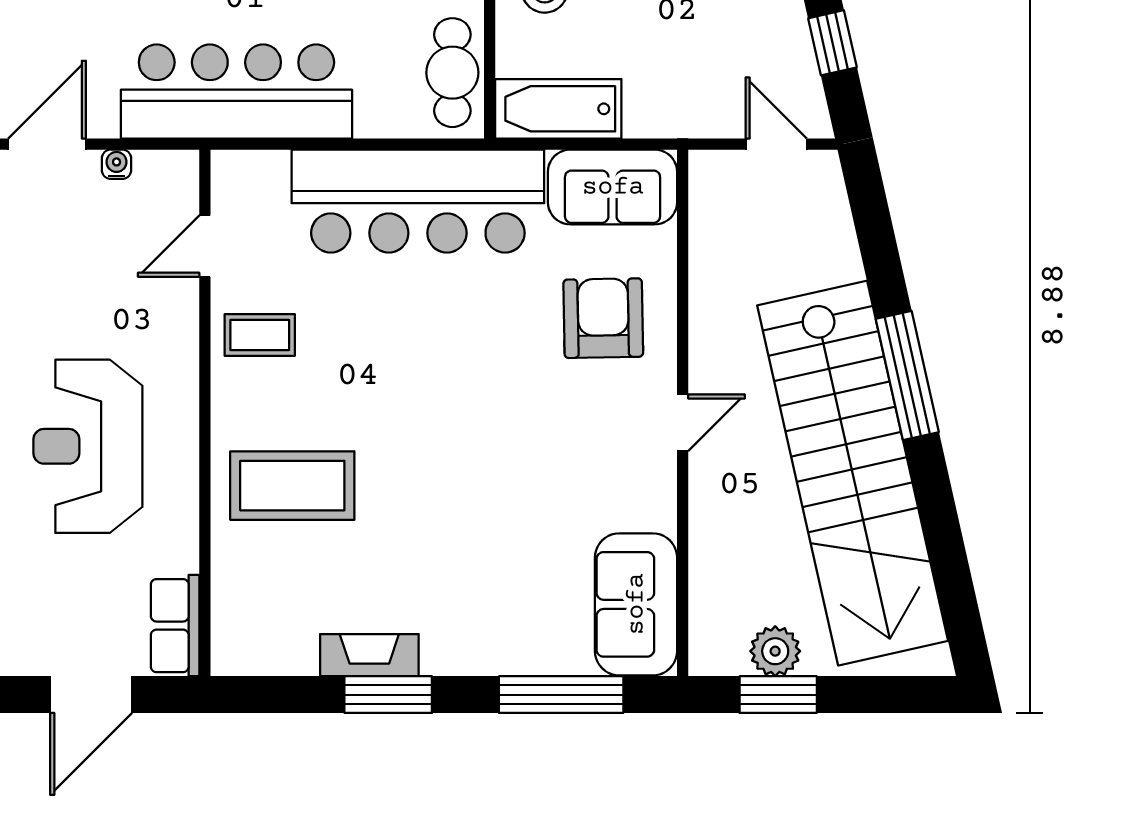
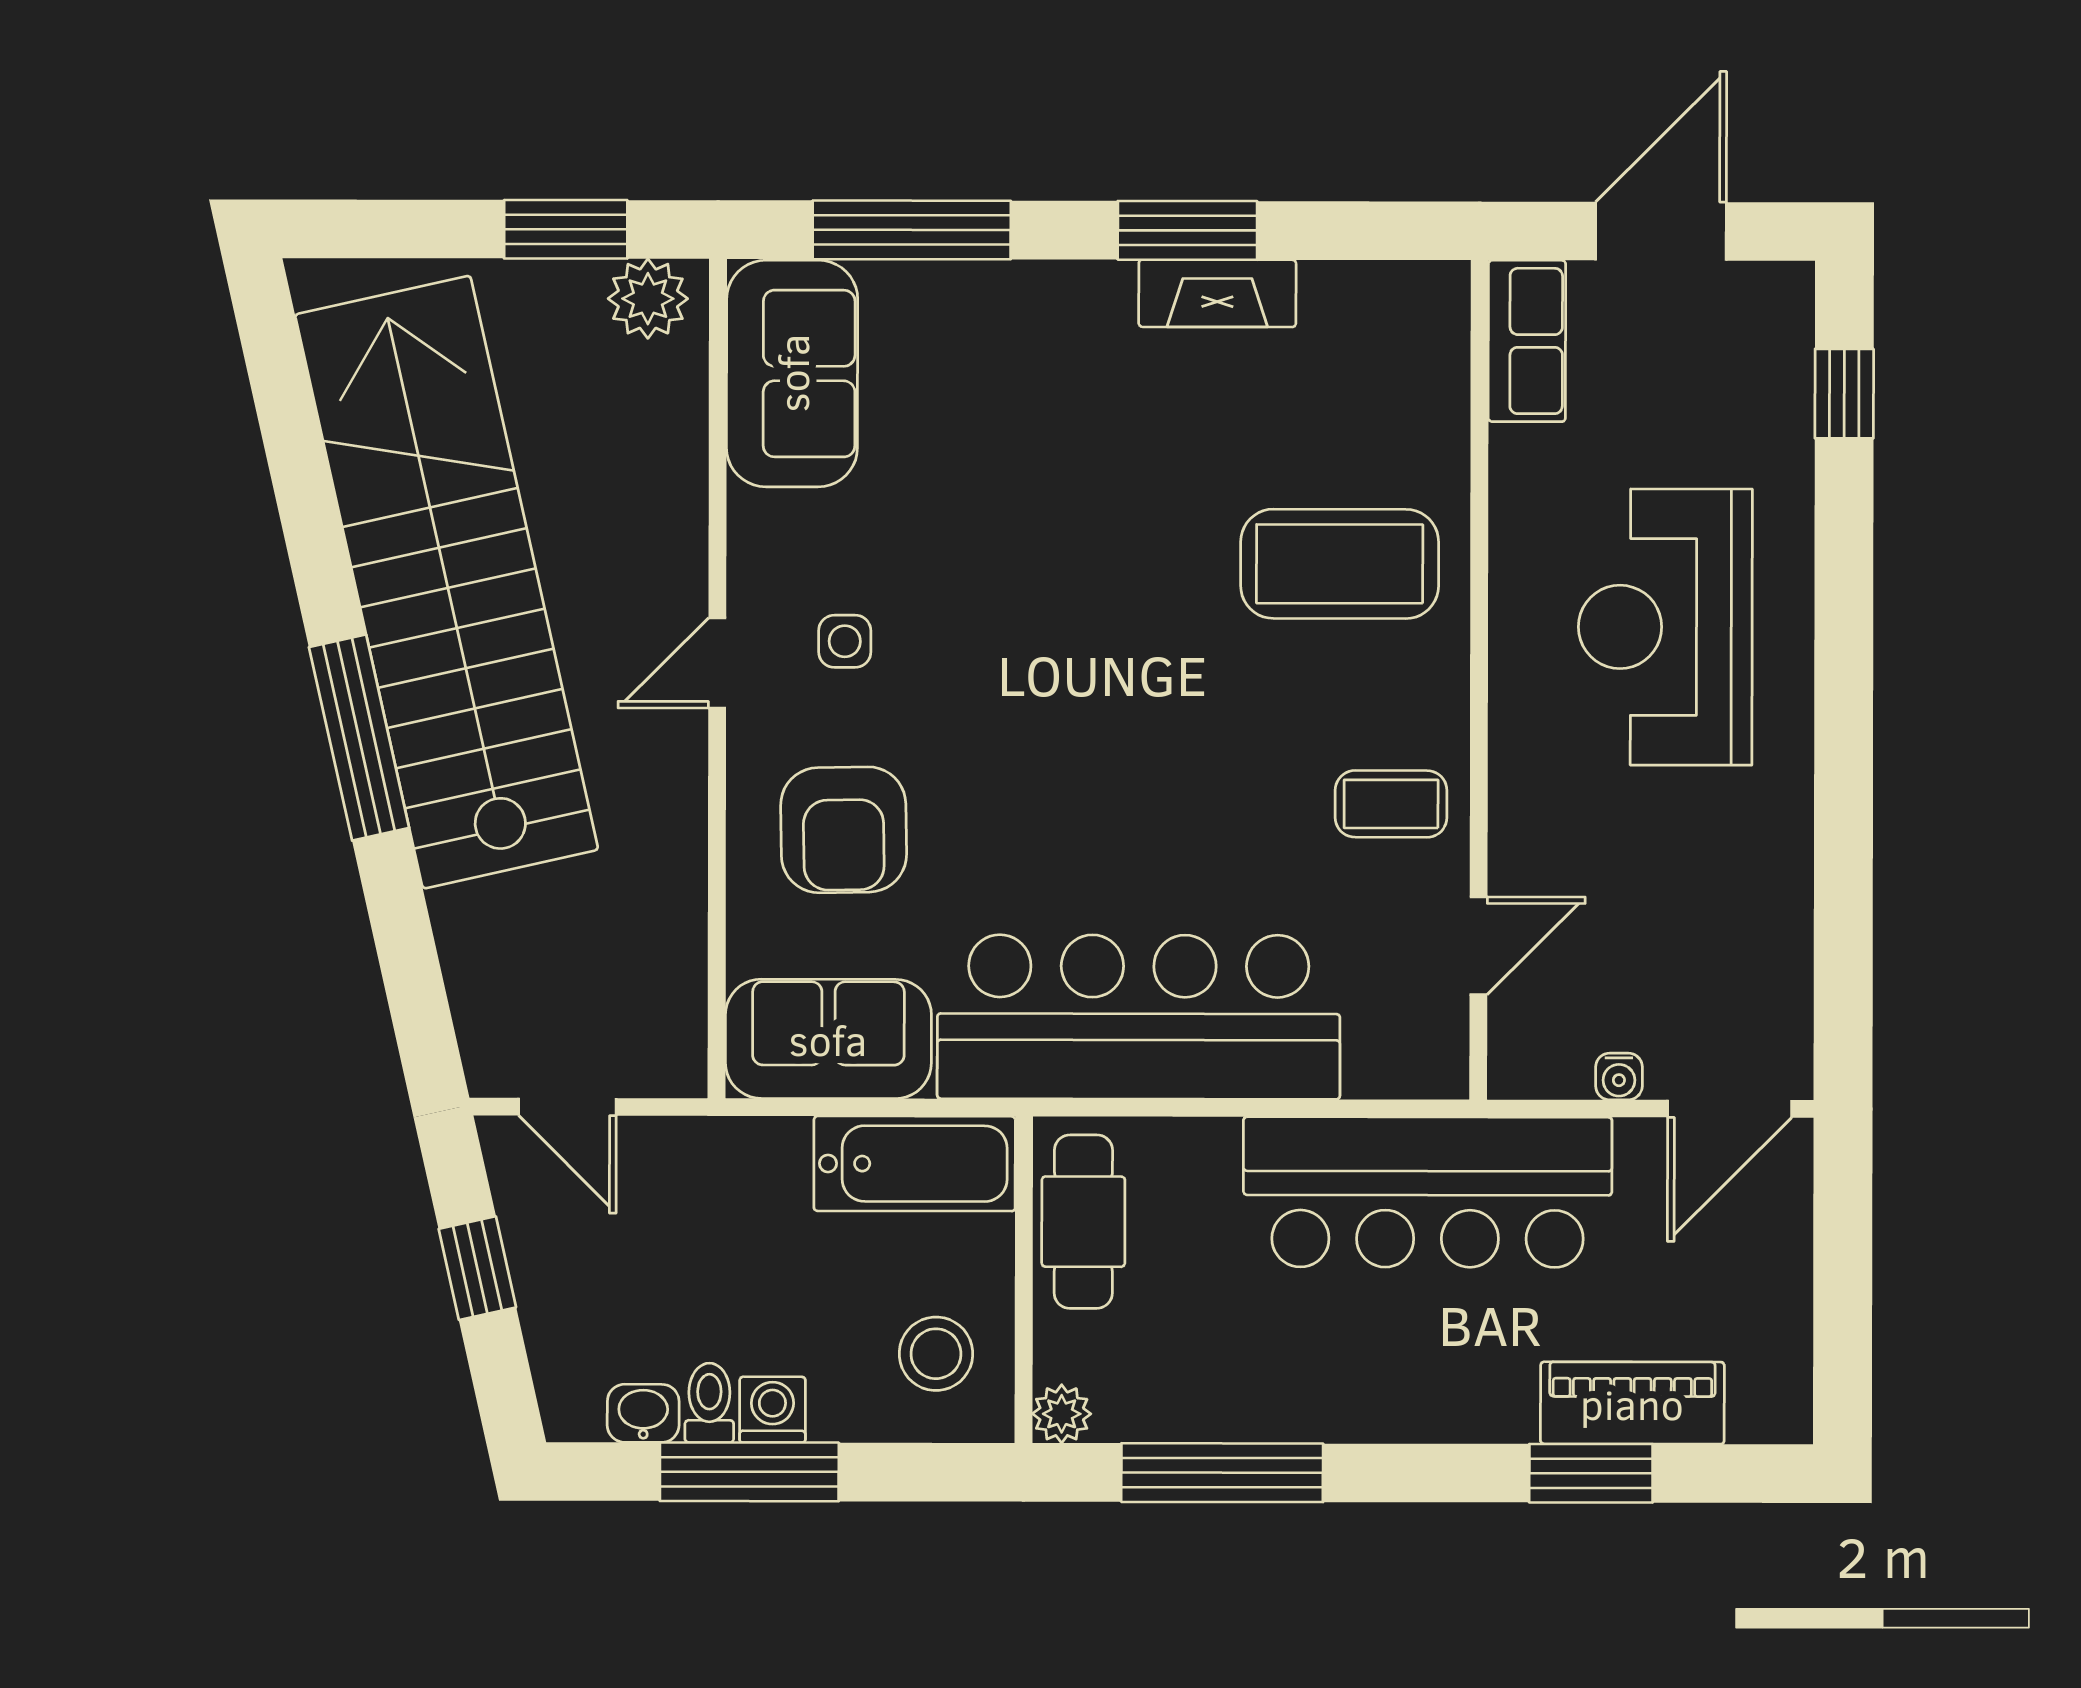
side table: (603, 436) -> (845, 641), added
reception desk: (88, 446) -> (1665, 627), turned 180
plant: (775, 651) -> (648, 299), moved

